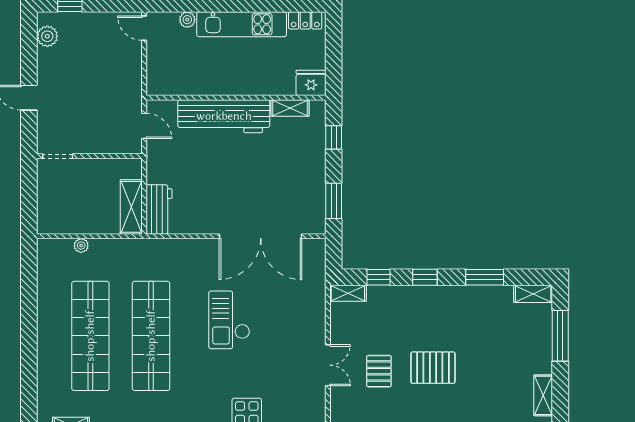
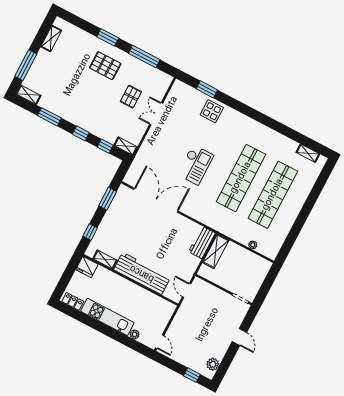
pallet: (433, 368) -> (105, 66), moved

